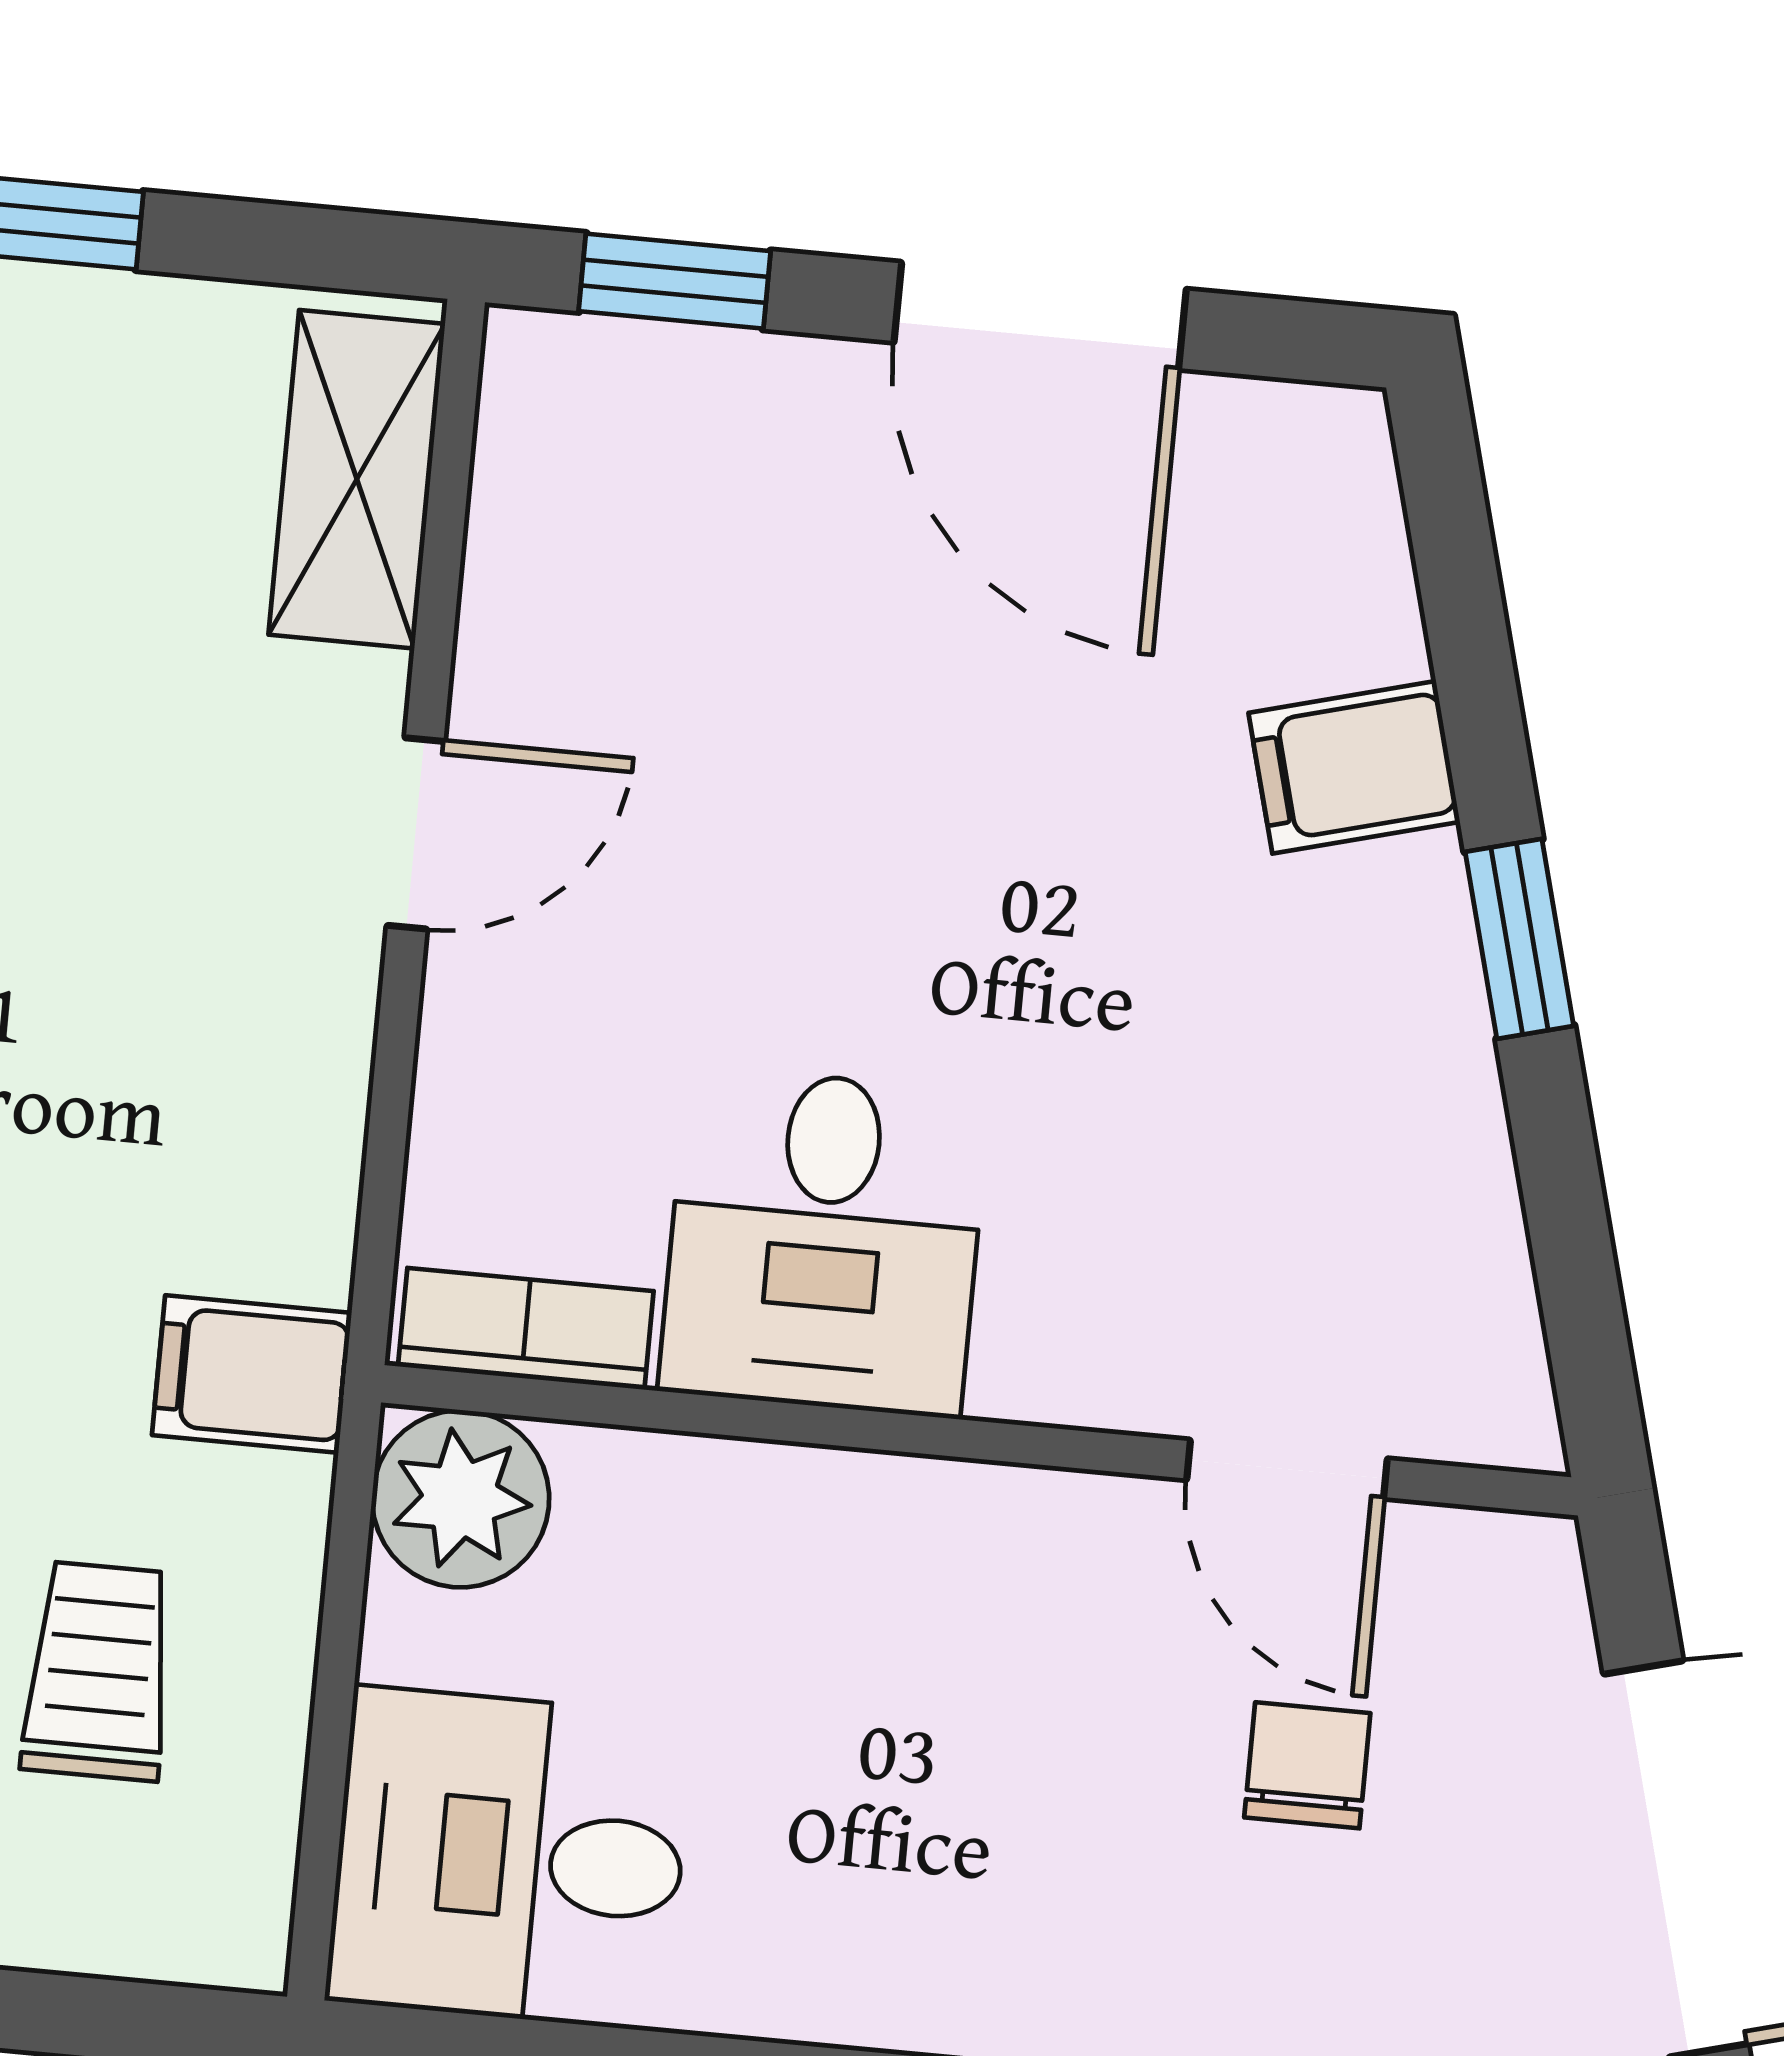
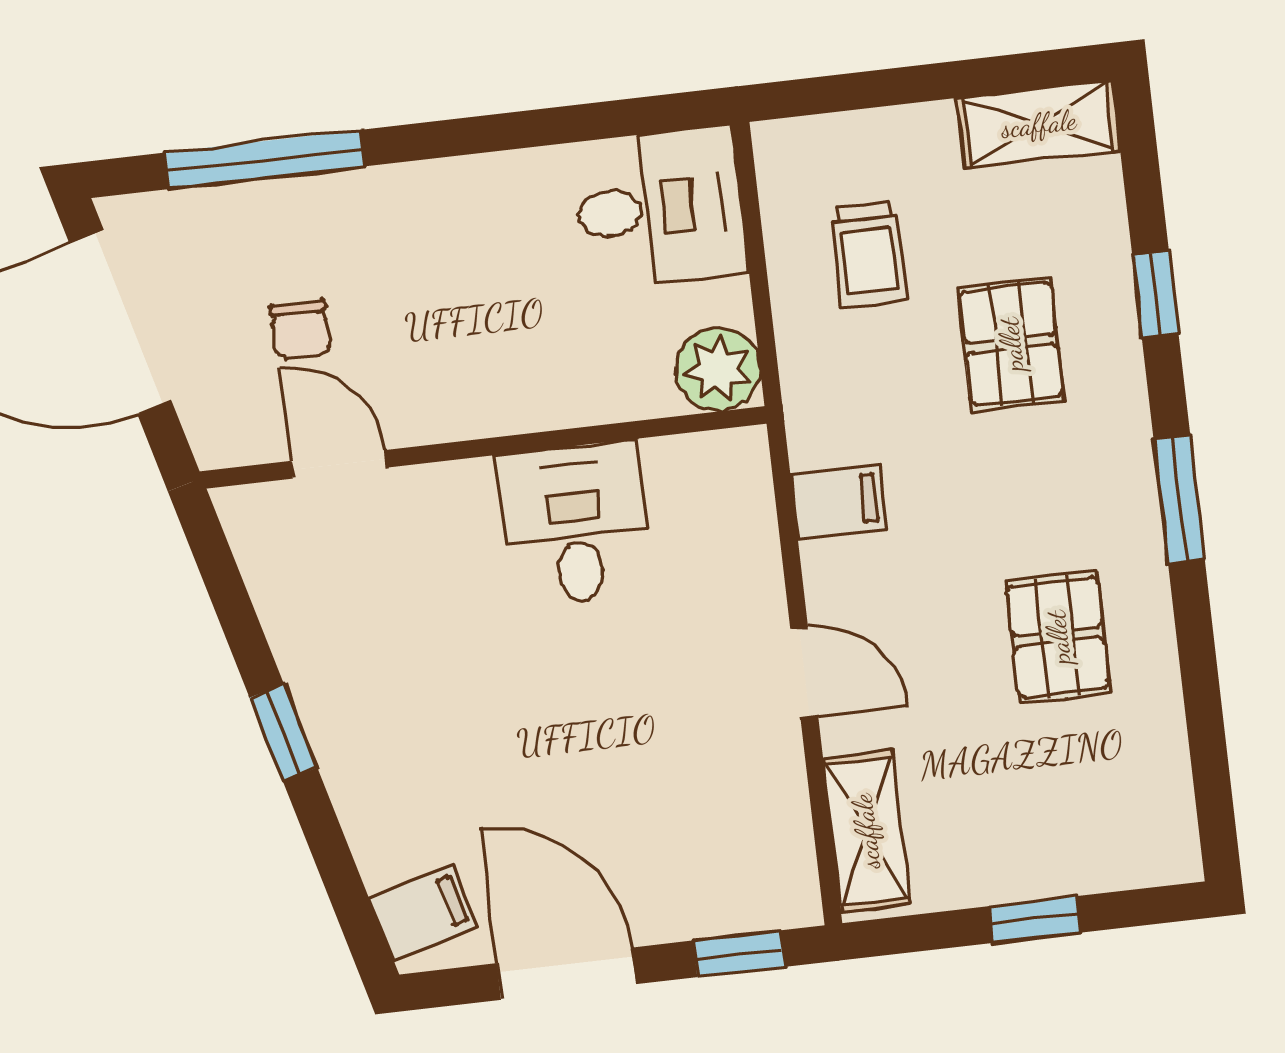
filing cabinet: (1354, 767) -> (423, 912), moved
door: (416, 833) -> (804, 673), swing flipped
bookcase: (526, 1329) -> (705, 454), removed
filing cabinet: (252, 1374) -> (838, 502), moved

